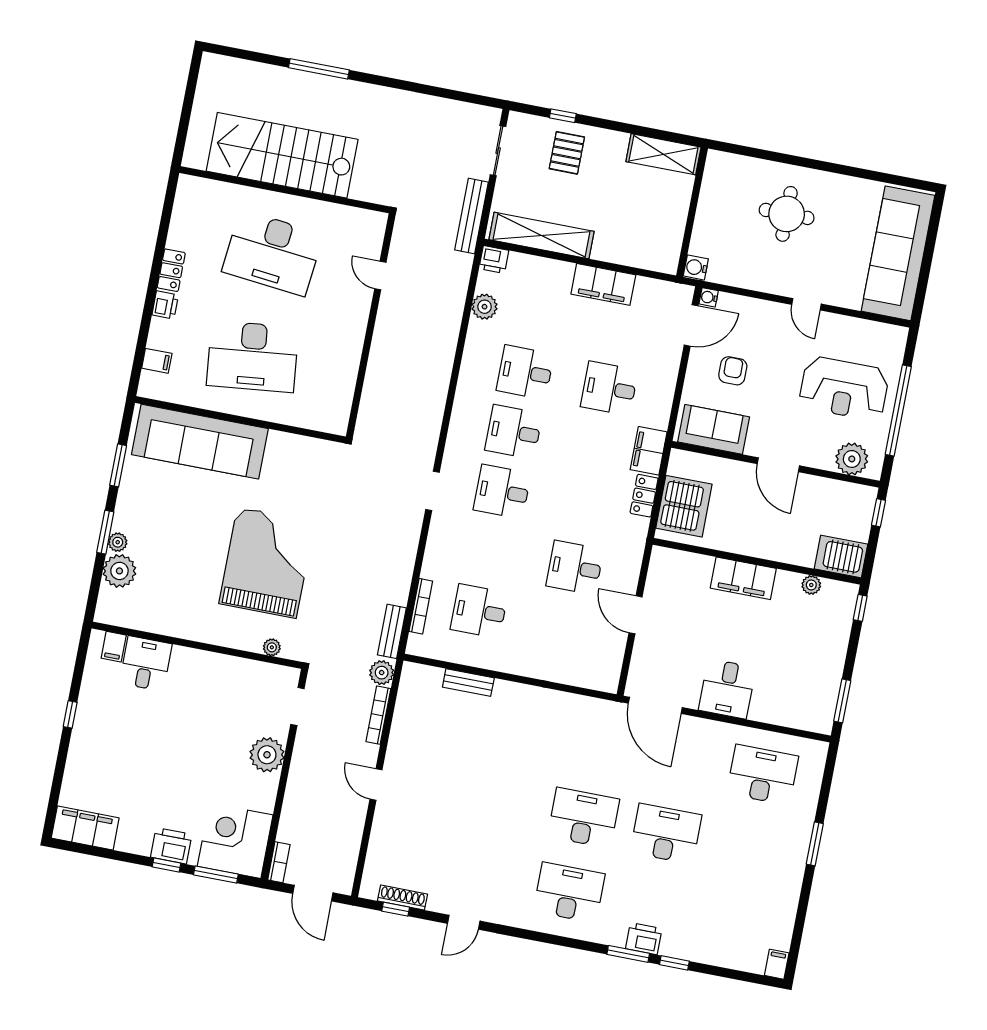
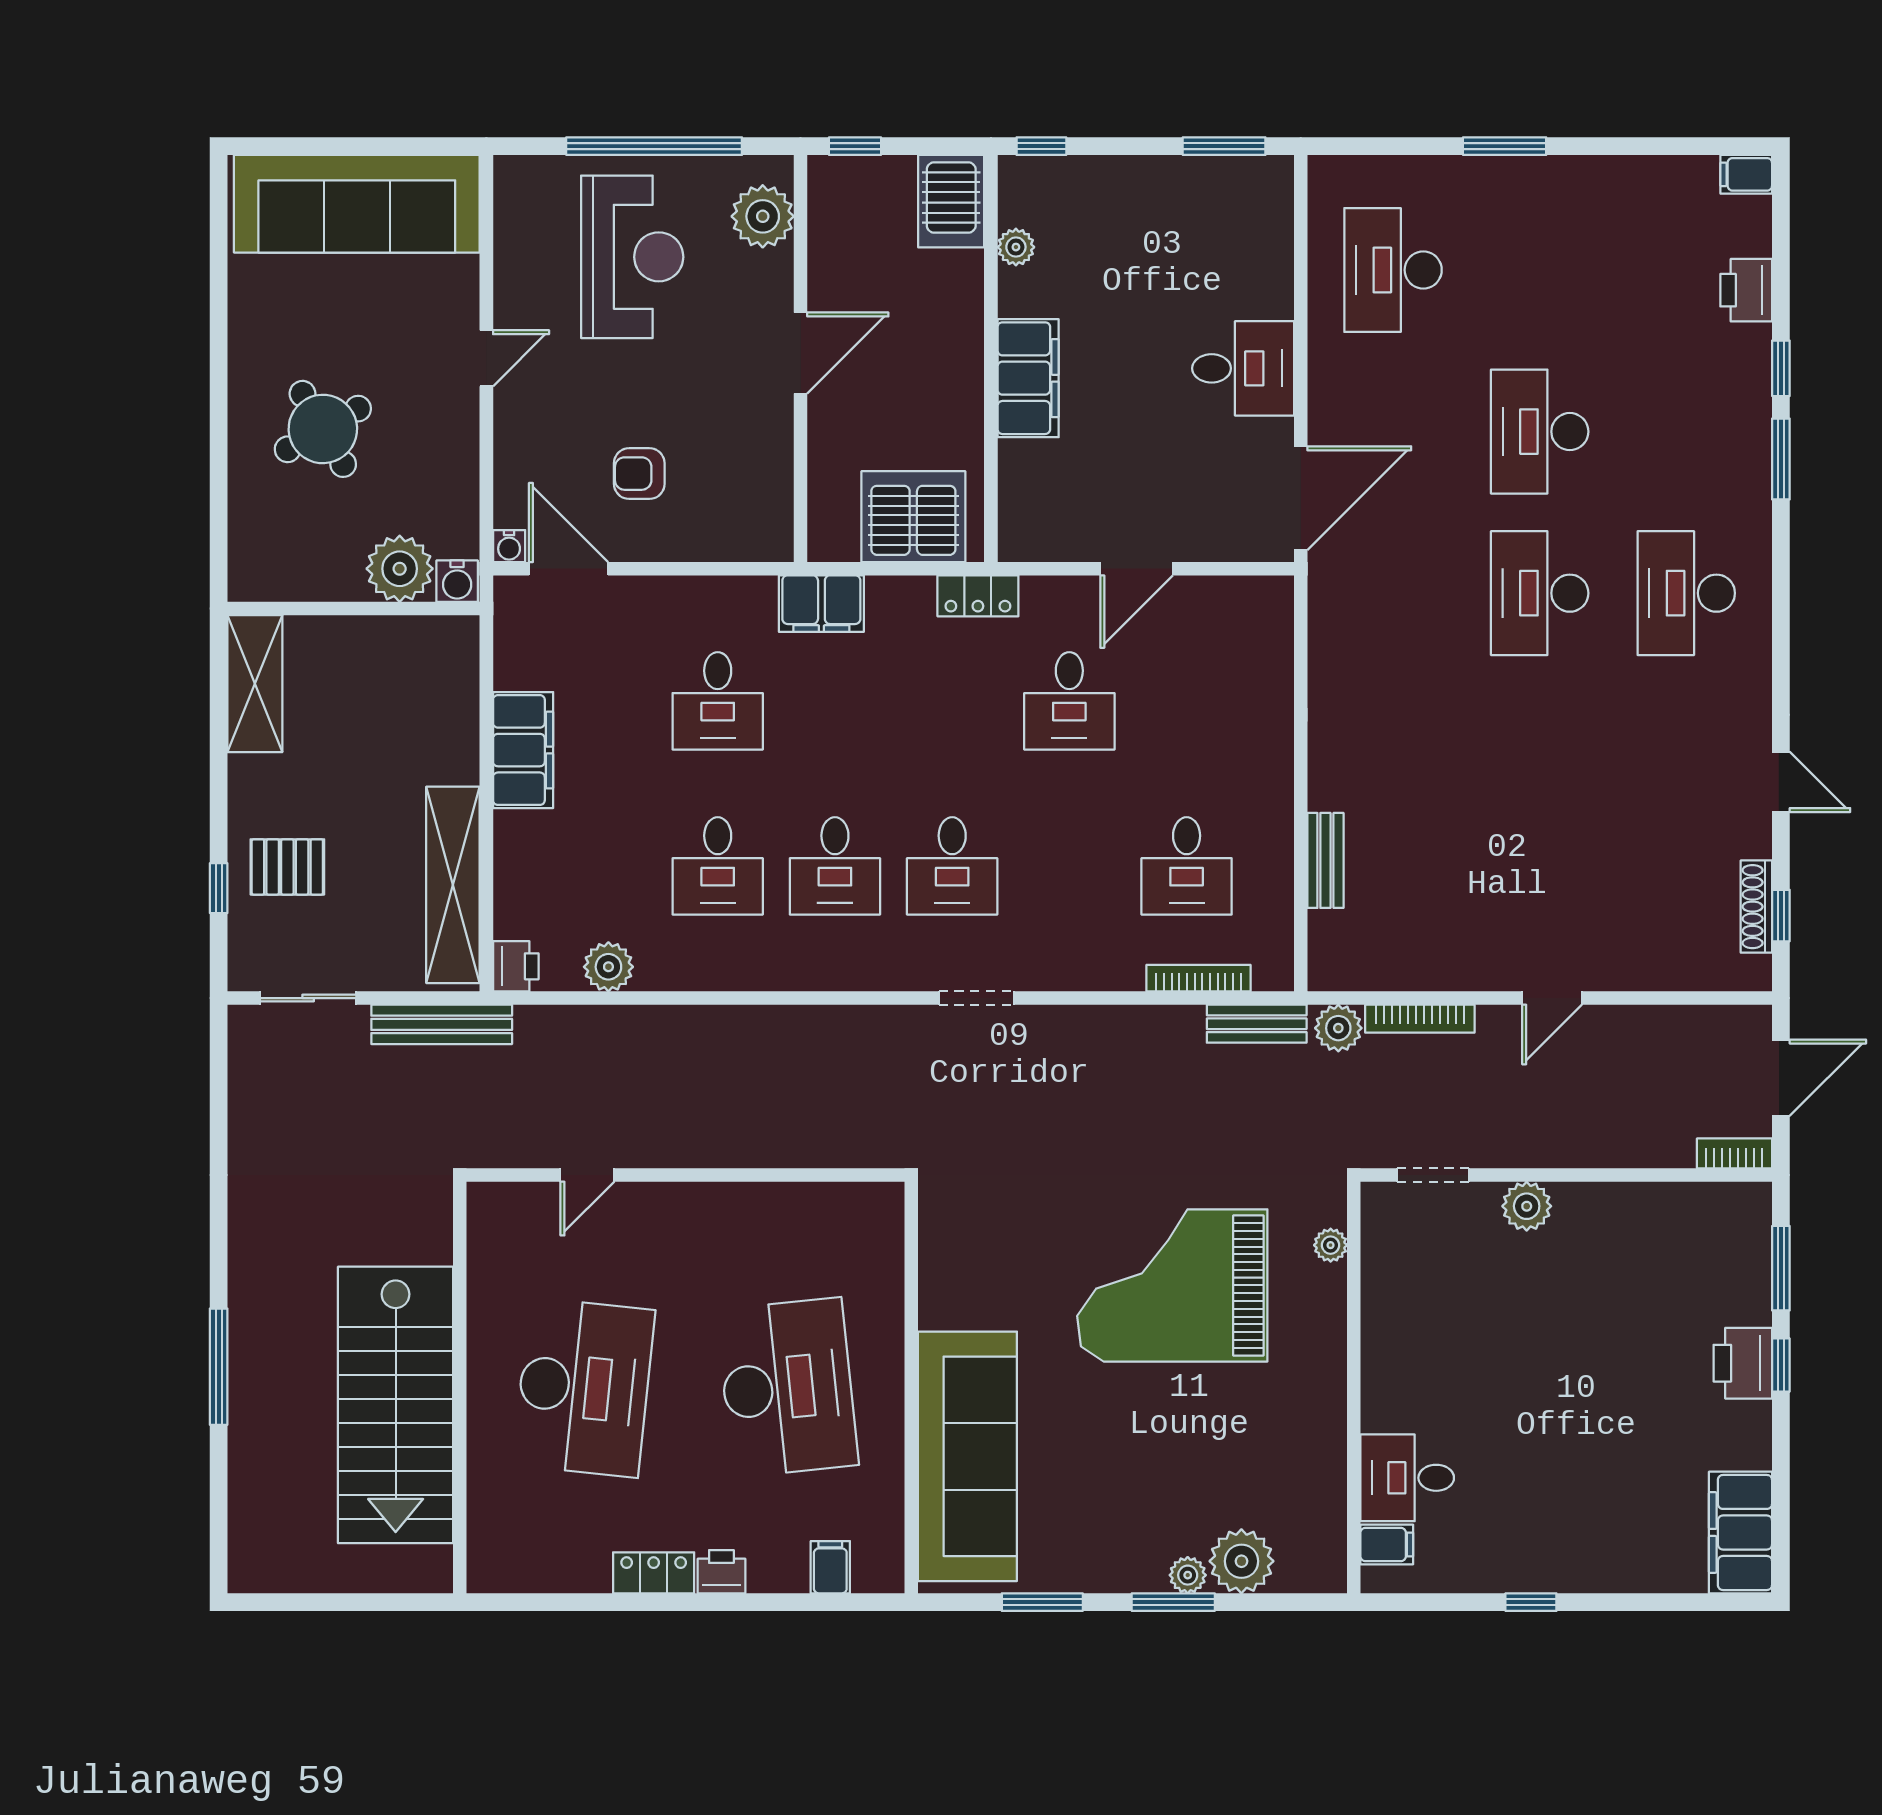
round table: (787, 214) -> (323, 429), turned -30
plant: (708, 239) -> (400, 569), added
sofa: (714, 429) -> (757, 488), removed
locker: (644, 496) -> (978, 596), moved
plant: (267, 755) -> (1527, 1206), width x0.73, depth x0.73
corner desk: (235, 841) -> (1710, 1244), removed
printer: (644, 939) -> (1746, 290), moved

